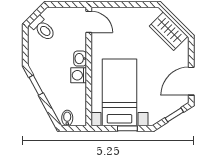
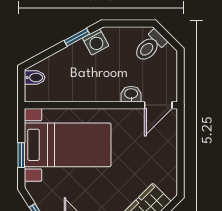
washbasin: (80, 59) -> (131, 94), moved
washing machine: (79, 75) -> (96, 42), moved, turned 151

